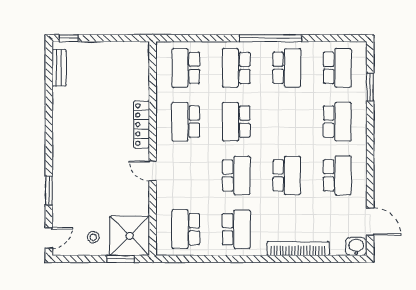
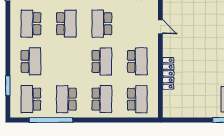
window: (271, 38) -> (51, 120), moved
school desk: (337, 122) -> (31, 61), turned 180
locker: (142, 124) -> (168, 73), moved
school desk: (287, 175) -> (66, 24), turned 180

